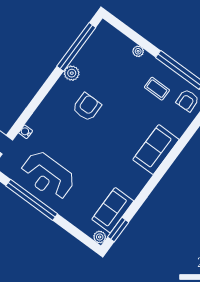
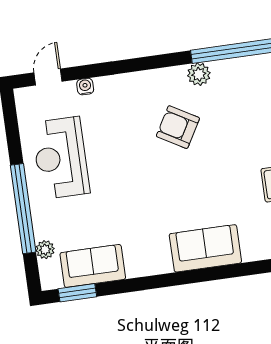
armchair: (87, 107) -> (178, 127), turned -150
window: (32, 200) -> (23, 209), moved
plant: (100, 237) -> (45, 250), moved

